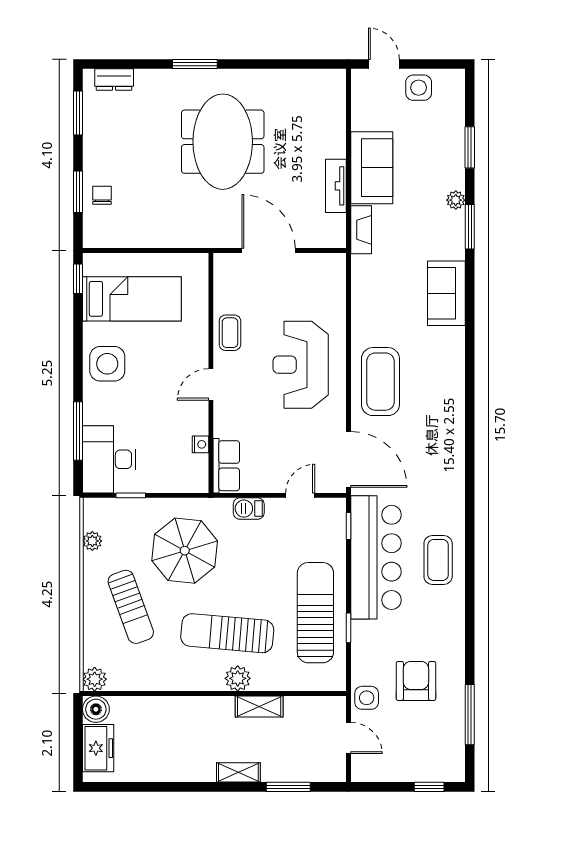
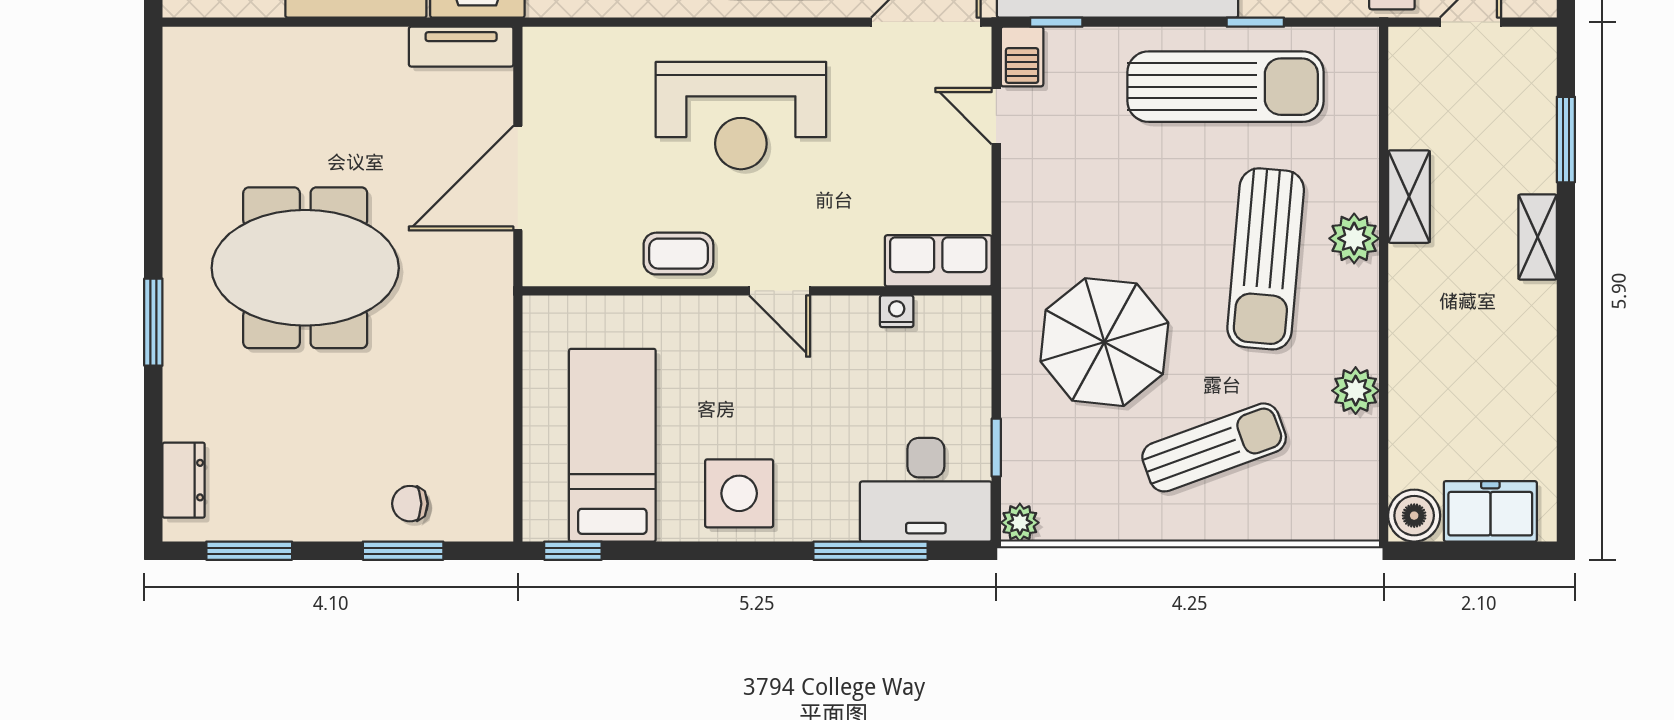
tv unit: (336, 186) -> (461, 47), moved
barbecue: (249, 509) -> (1022, 57), moved
plant: (92, 541) -> (1020, 523), moved
sun lounger: (315, 613) -> (1226, 87), turned 180
plant: (95, 679) -> (1356, 391), moved

